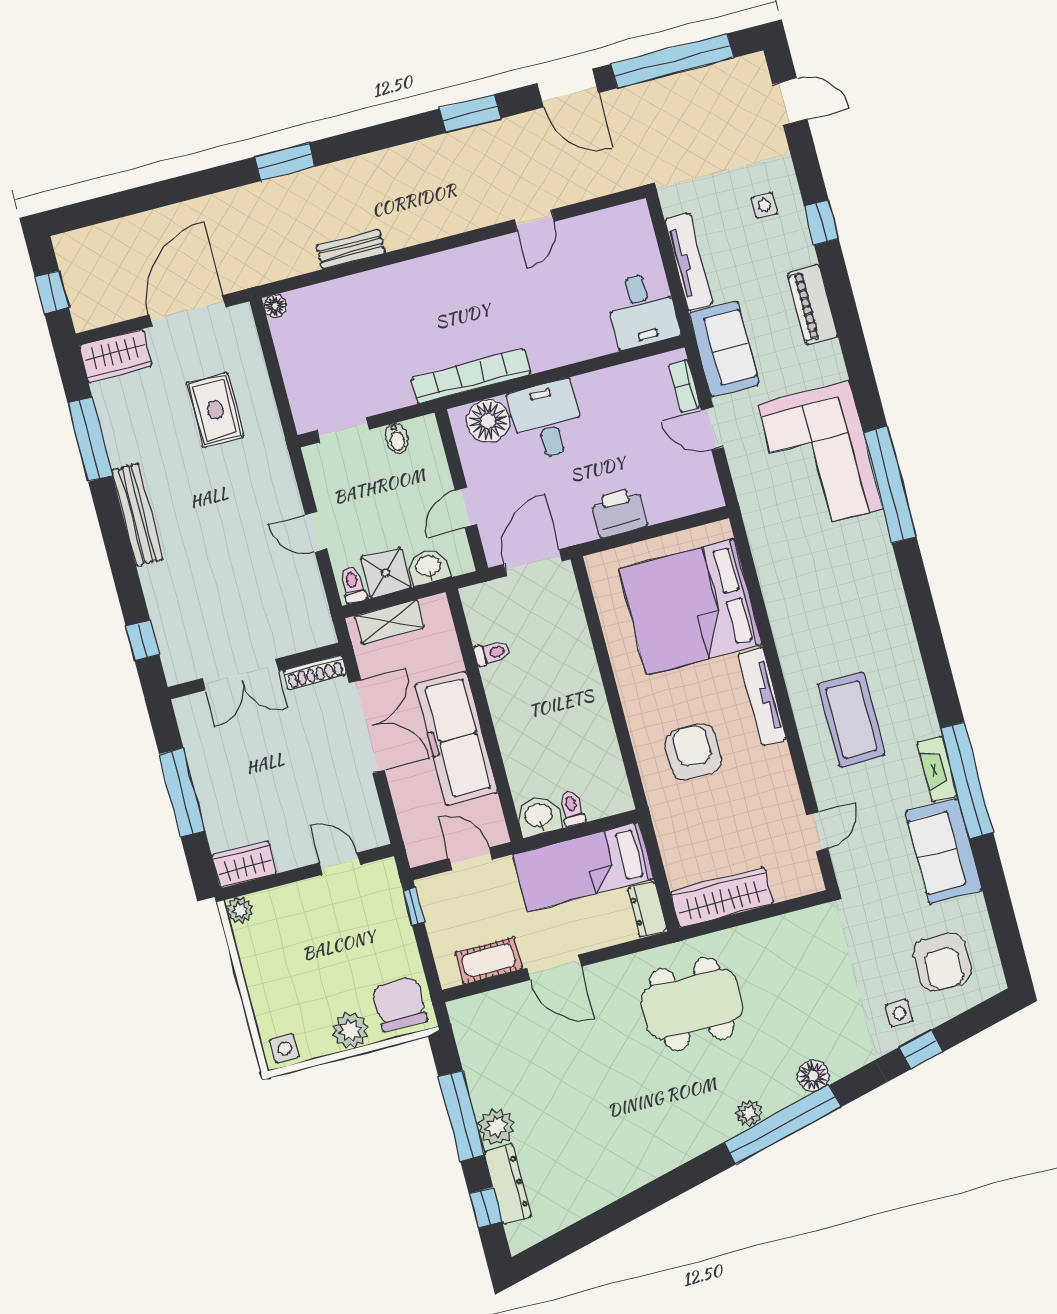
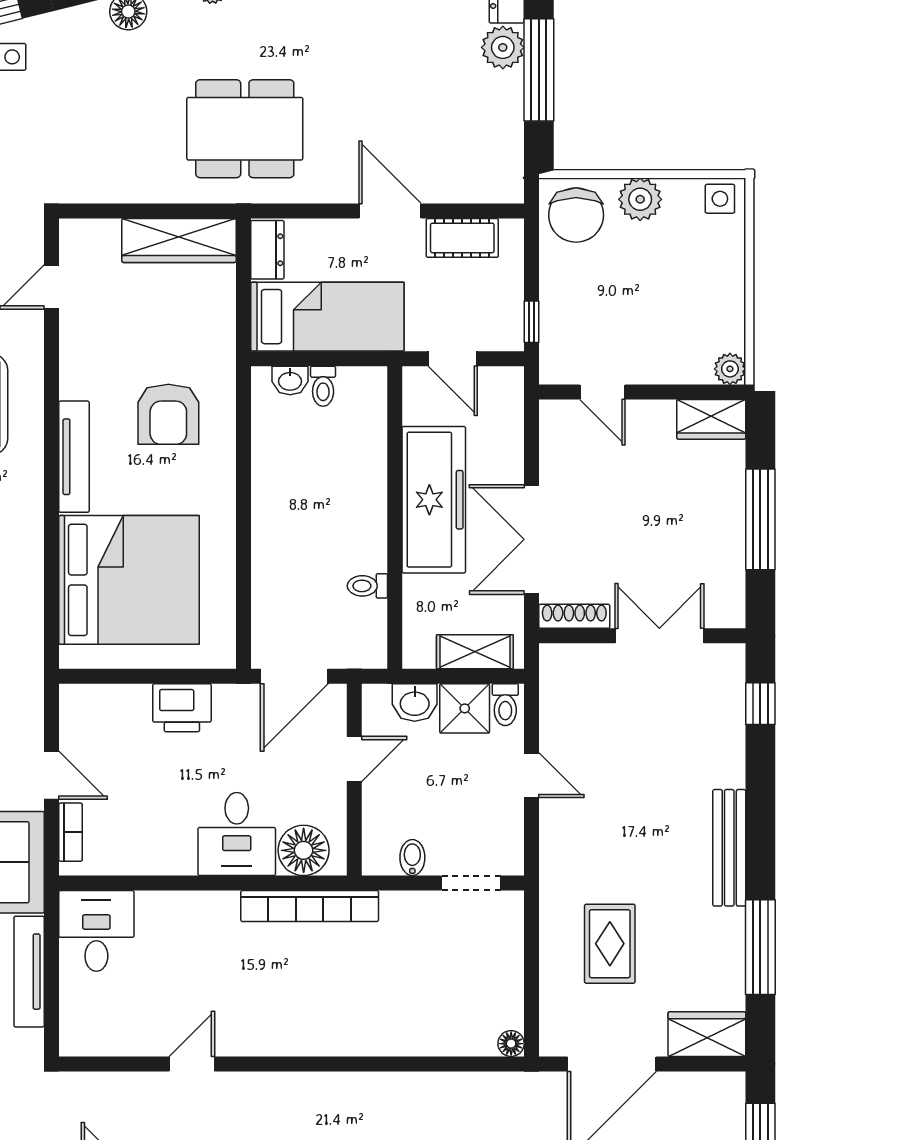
bench: (351, 249) -> (409, 1086), removed
washbasin: (539, 816) -> (290, 380), moved, width x0.72, depth x0.69

